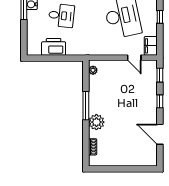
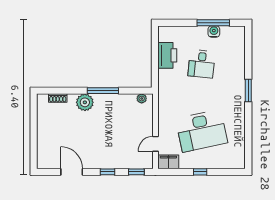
door: (160, 134) -> (72, 172), hinge flipped

